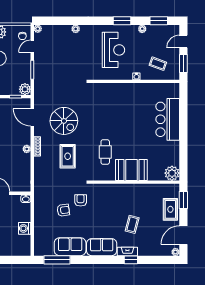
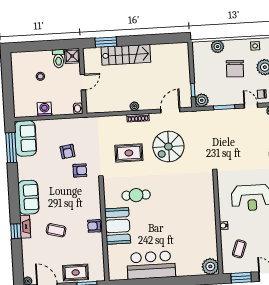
bar counter: (168, 119) -> (151, 265), moved
plant: (172, 173) -> (210, 266), moved
armchair: (130, 190) -> (94, 226), added
sofa: (70, 247) -> (25, 138), moved

